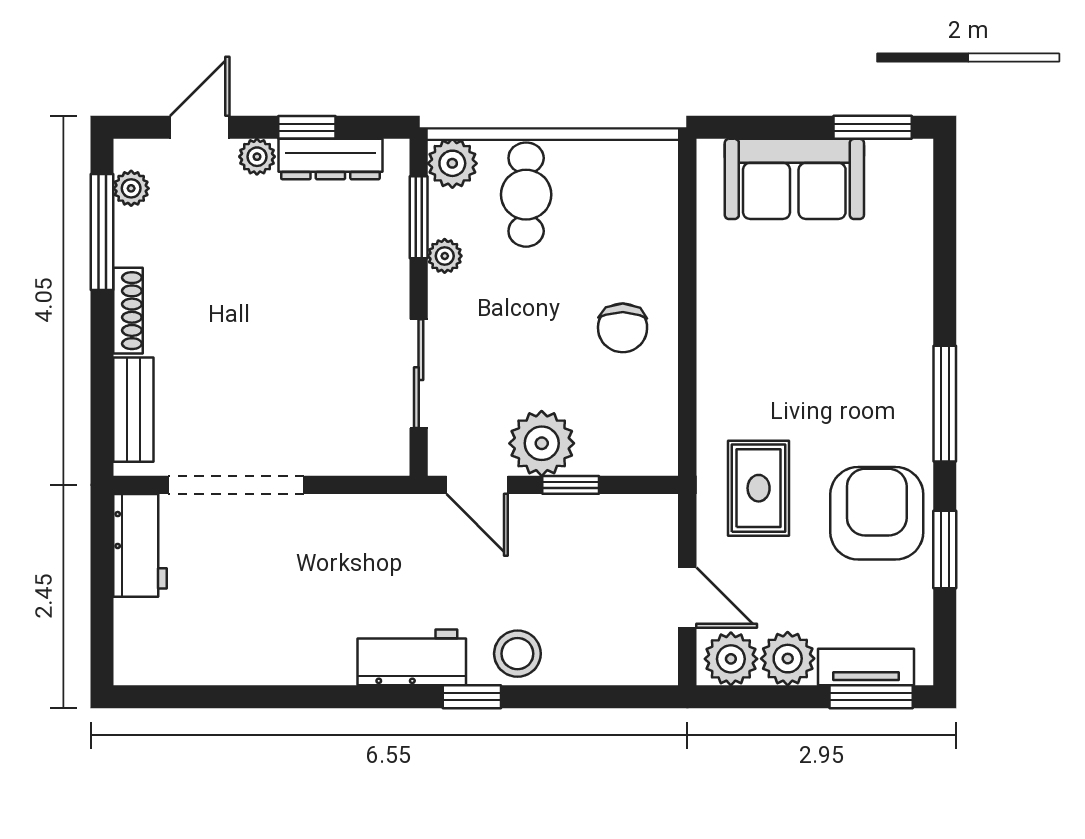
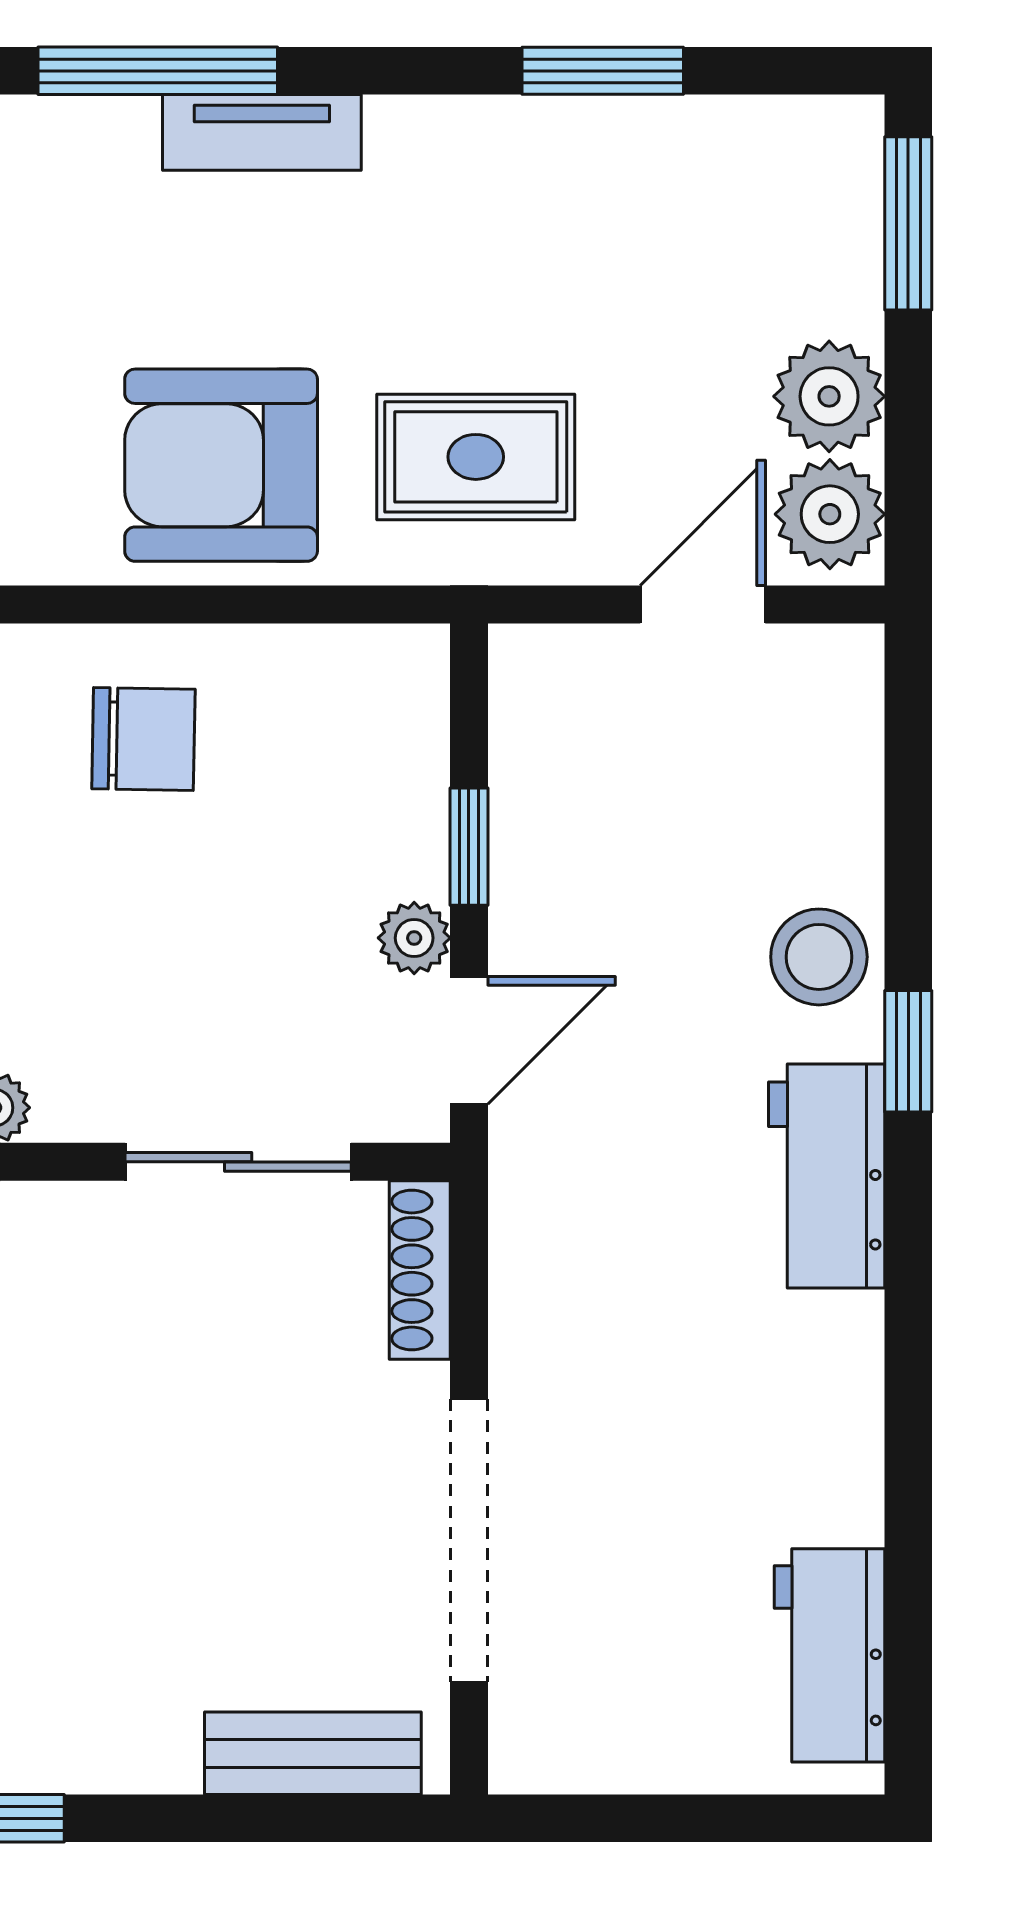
shoe rack: (128, 311) -> (420, 1270), moved, turned -90
window: (945, 404) -> (158, 71), moved
plant: (542, 443) -> (414, 938), width x0.53, depth x0.53
armchair: (877, 513) -> (221, 465), moved
workbench: (140, 545) -> (829, 1655), moved, turned -90
tv unit: (866, 667) -> (262, 132), moved, turned -90

